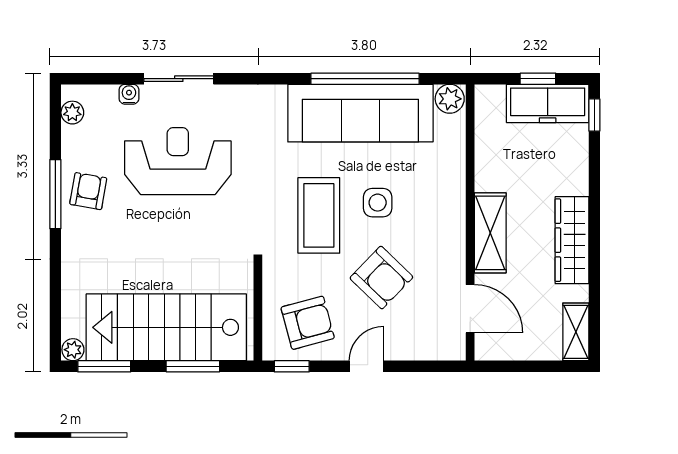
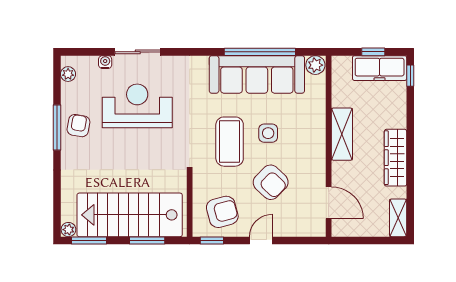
shelving: (490, 233) -> (342, 134), moved

